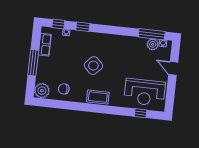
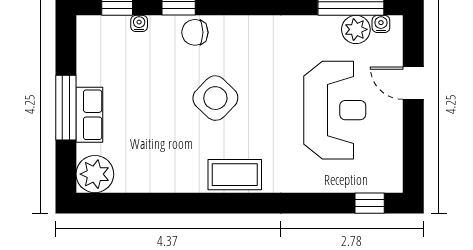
row of seats: (45, 45) -> (89, 115), moved
chair: (64, 89) -> (195, 32), moved
reception desk: (145, 92) -> (335, 110), moved, turned -90
window: (141, 113) -> (370, 203), moved

